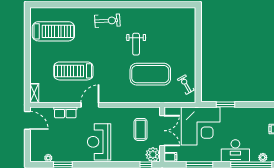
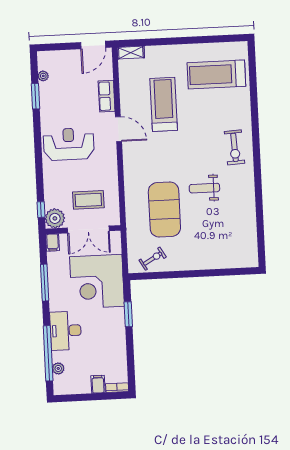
treadmill: (53, 31) -> (216, 74), turned 90

